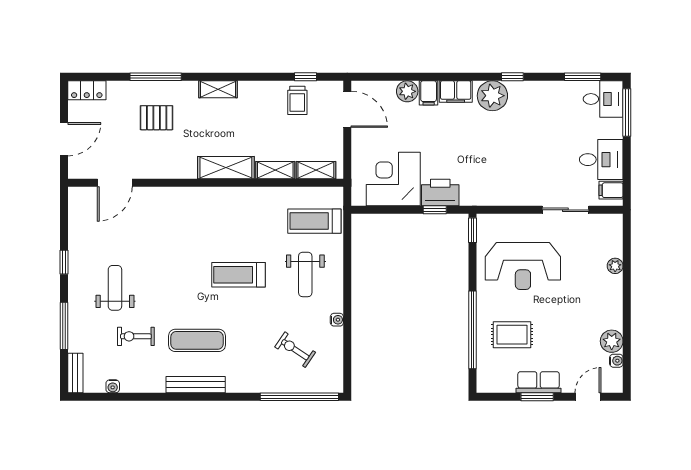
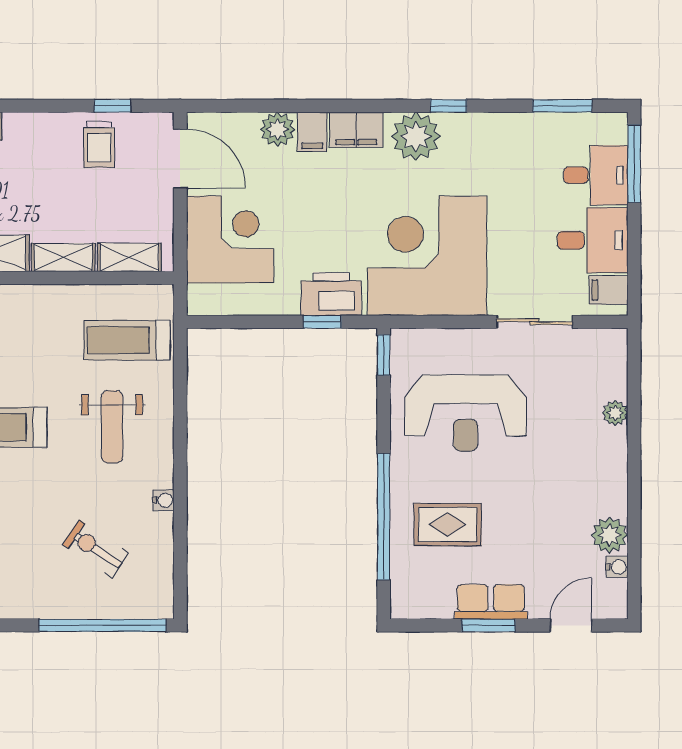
desk: (603, 99) -> (596, 175), moved
corner desk: (499, 169) -> (427, 256), added
corner desk: (393, 179) -> (230, 240), moved, turned 90

